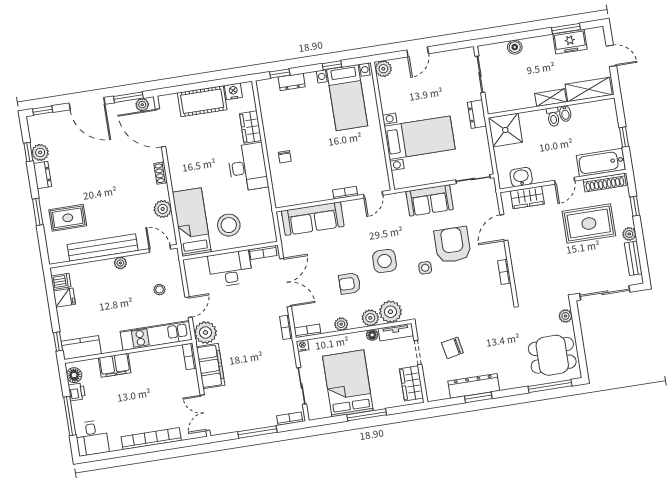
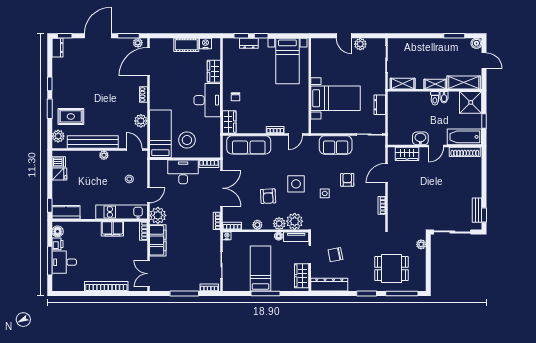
freezer: (570, 42) -> (456, 46), removed
boiler: (515, 47) -> (476, 43), moved
door: (418, 52) -> (344, 36), hinge flipped
window: (332, 65) -> (261, 36), moved
plant: (383, 69) -> (360, 44), moved
cot: (202, 101) -> (186, 45), width x0.73, depth x0.75
door: (87, 104) -> (98, 36), swing flipped
shelving: (507, 104) -> (403, 84), added
dresser: (477, 114) -> (380, 105), moved
door: (160, 128) -> (148, 62), hinge flipped
shower: (505, 130) -> (471, 102), moved
window: (28, 152) -> (50, 84), moved
plant: (40, 152) -> (58, 136), moved
dresser: (43, 175) -> (57, 48), moved
washbasin: (521, 177) -> (420, 138), moved
wardrobe: (282, 192) -> (229, 122), added
window: (635, 206) -> (484, 215), moved
rug: (589, 223) -> (449, 180), removed
plant: (629, 234) -> (477, 192), removed
armchair: (453, 245) -> (347, 180), width x0.53, depth x0.53
armchair: (350, 283) -> (268, 196), turned -93
dining table: (552, 355) -> (392, 269), moved
filing cabinet: (115, 365) -> (112, 229), moved
bed: (348, 383) -> (261, 269), width x0.67
dresser: (474, 386) -> (329, 285), moved
window: (478, 397) -> (367, 294), moved
desk: (92, 438) -> (64, 262), moved, turned 90

